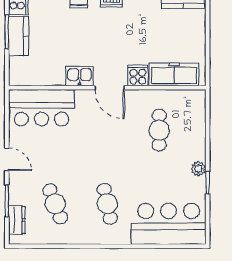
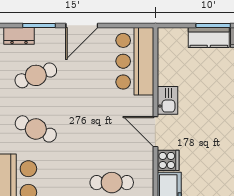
door: (110, 88) -> (155, 132), hinge flipped
door: (7, 159) -> (82, 25), width x1.38
cafe table: (107, 204) -> (36, 129), turned 36

